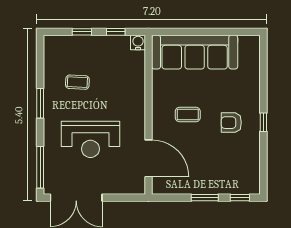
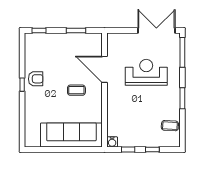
coffee table: (77, 82) -> (170, 126), moved
armchair: (231, 123) -> (36, 79), moved
door: (149, 158) -> (105, 69), moved
window: (205, 198) -> (76, 30), moved

